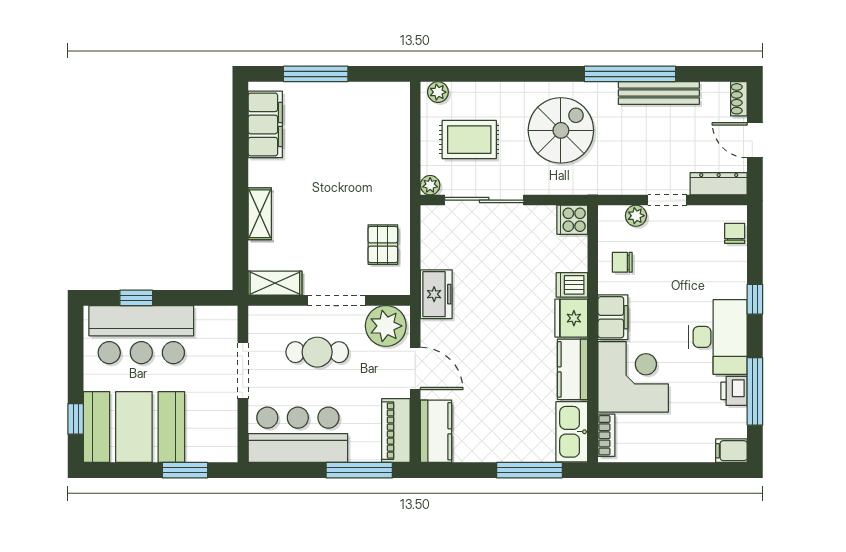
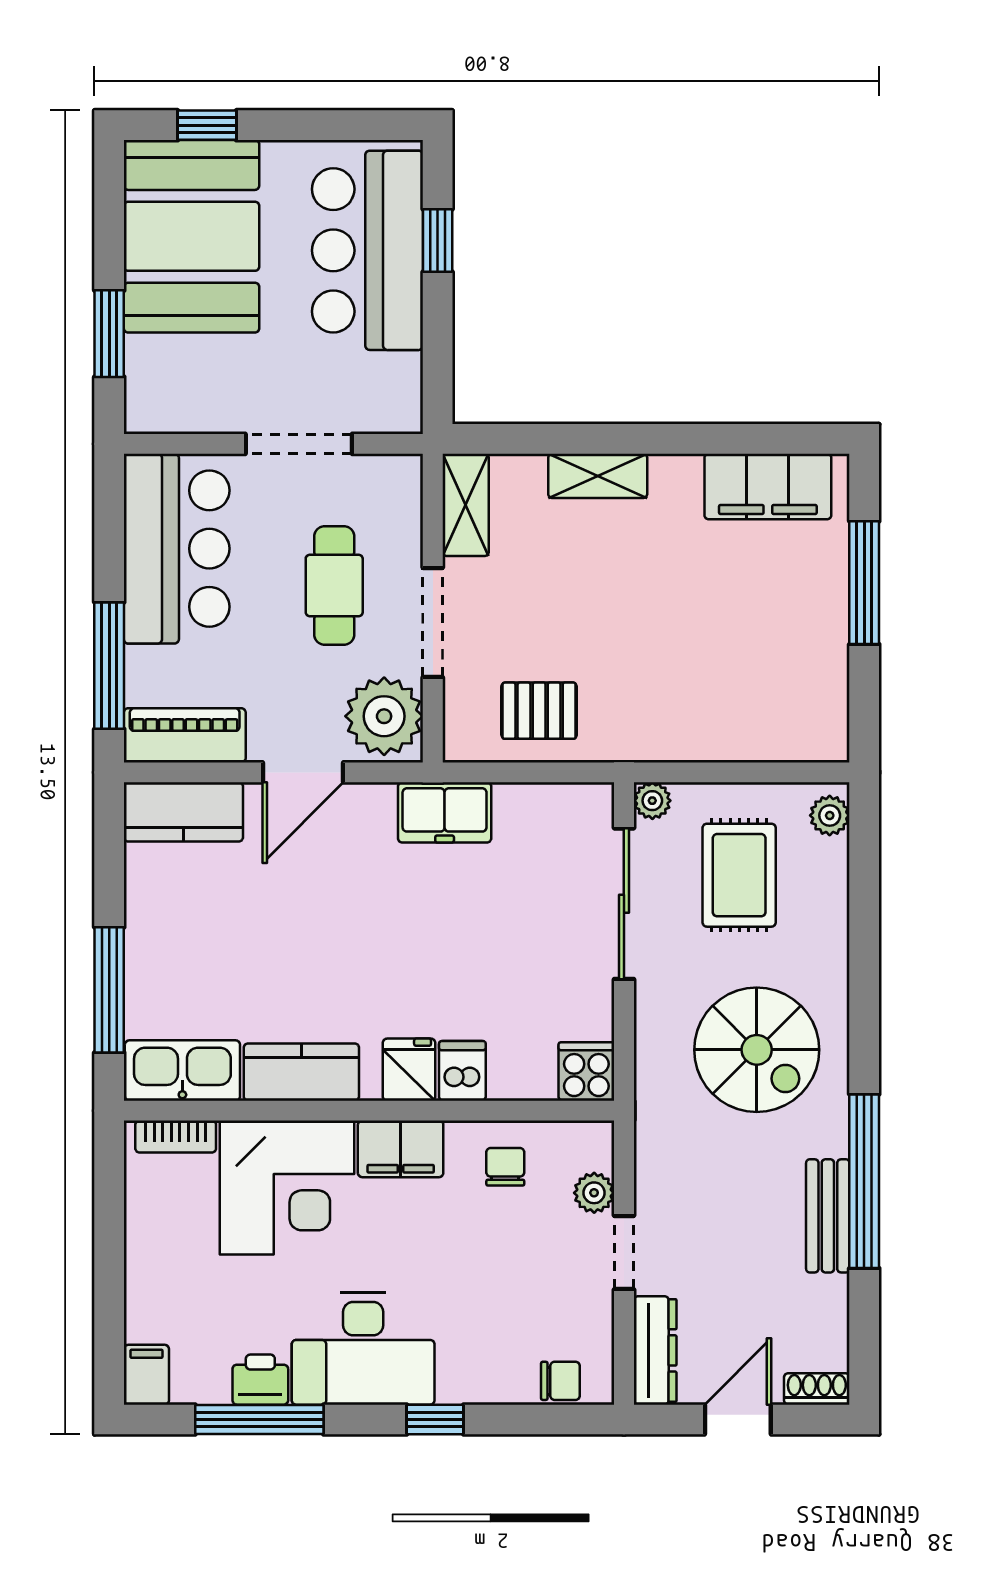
bench: (659, 93) -> (828, 1216), width x0.73
fridge: (571, 318) -> (409, 1070), width x0.72

